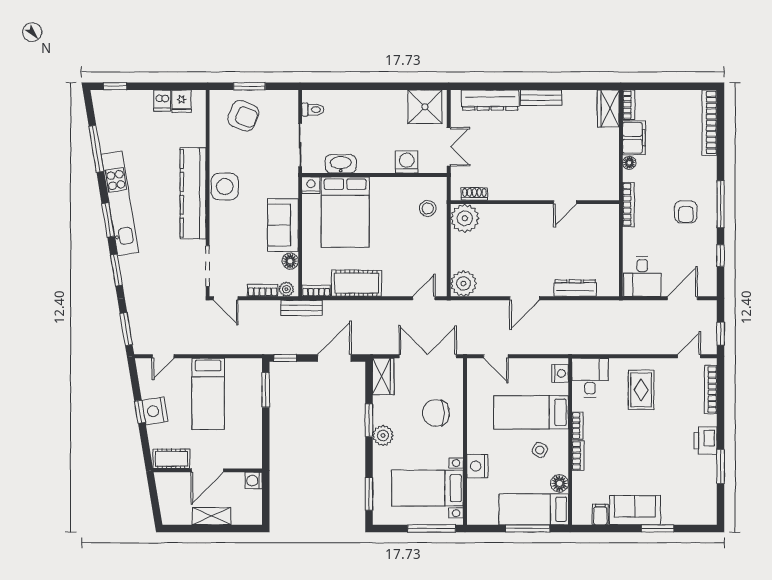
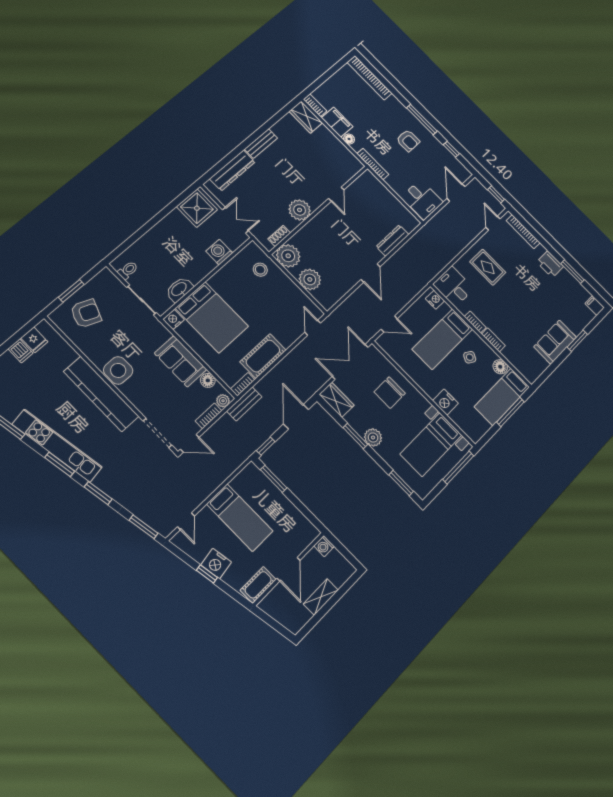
plant: (516, 187) -> (300, 210), added
plant: (463, 283) -> (310, 279), moved
filing cabinet: (600, 514) -> (595, 306), moved

